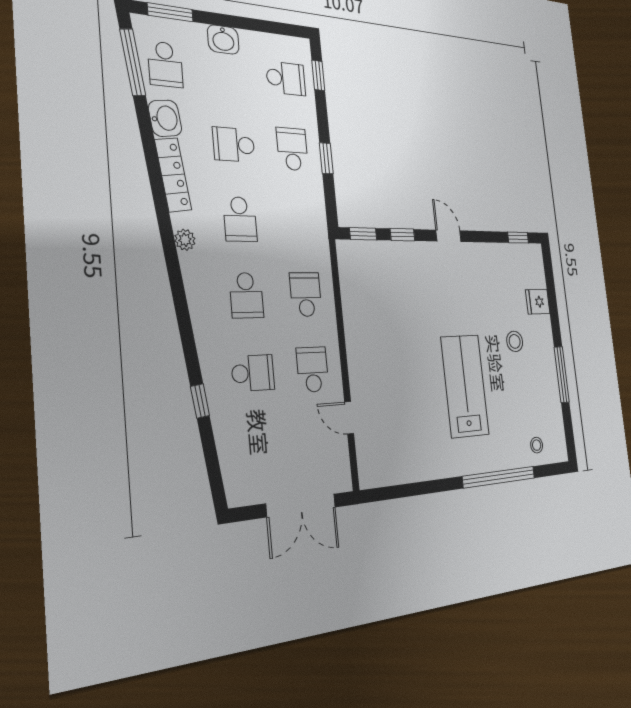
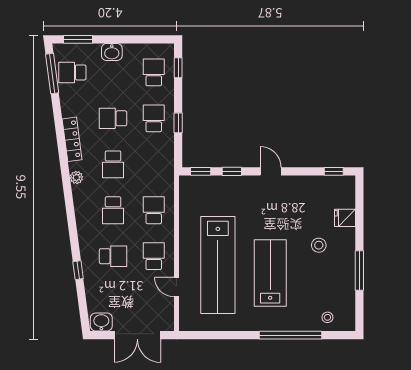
school desk: (165, 64) -> (72, 72), turned 90
school desk: (286, 78) -> (154, 72), turned -90
washbasin: (165, 118) -> (101, 322), moved, turned -82
lab bench: (400, 378) -> (218, 265), added

